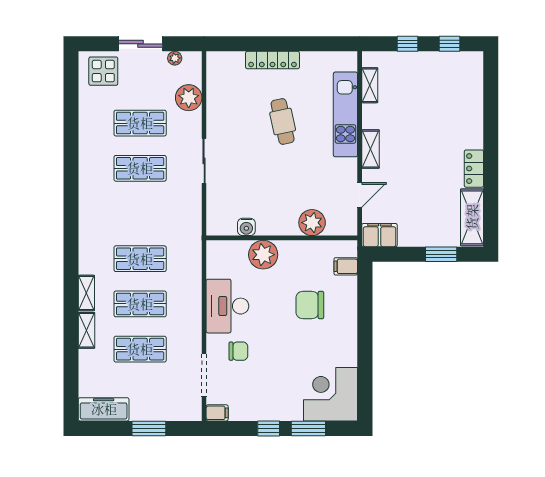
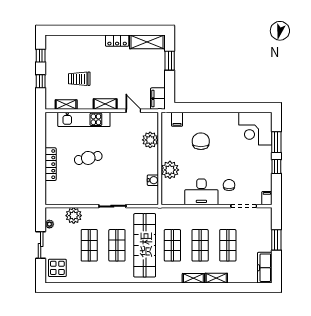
trolley: (412, 107) -> (79, 79), added
shop shelf: (140, 214) -> (145, 245), added
chair: (310, 305) -> (201, 141), turned 180

